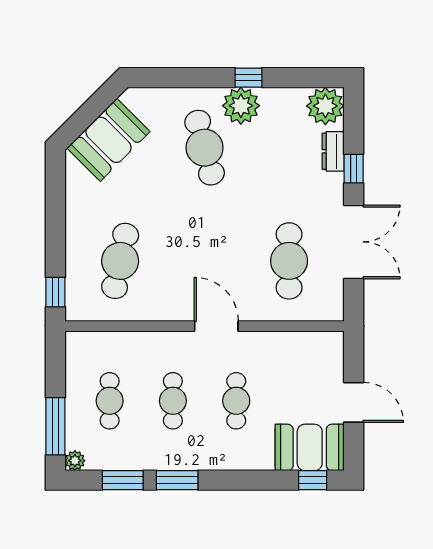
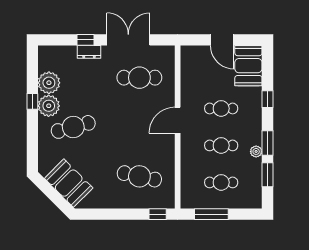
plant: (325, 106) -> (49, 83), moved
dresser: (333, 151) -> (89, 52), moved
door: (354, 402) -> (222, 40), swing flipped
window: (55, 426) -> (211, 214), moved
plant: (75, 461) -> (256, 151), moved
window: (313, 480) -> (267, 99), moved

